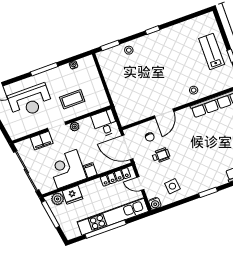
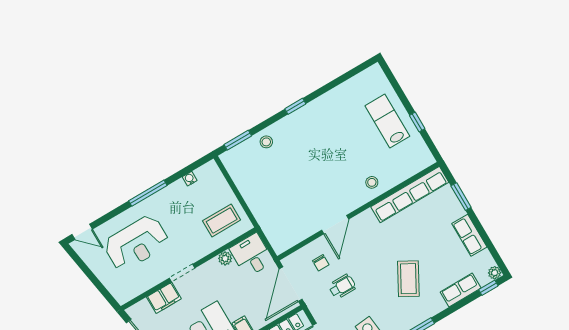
coffee table: (72, 99) -> (222, 220), moved
plant: (75, 127) -> (225, 258), moved
door: (127, 147) -> (291, 284), hinge flipped
coffee table: (206, 158) -> (408, 279), added

